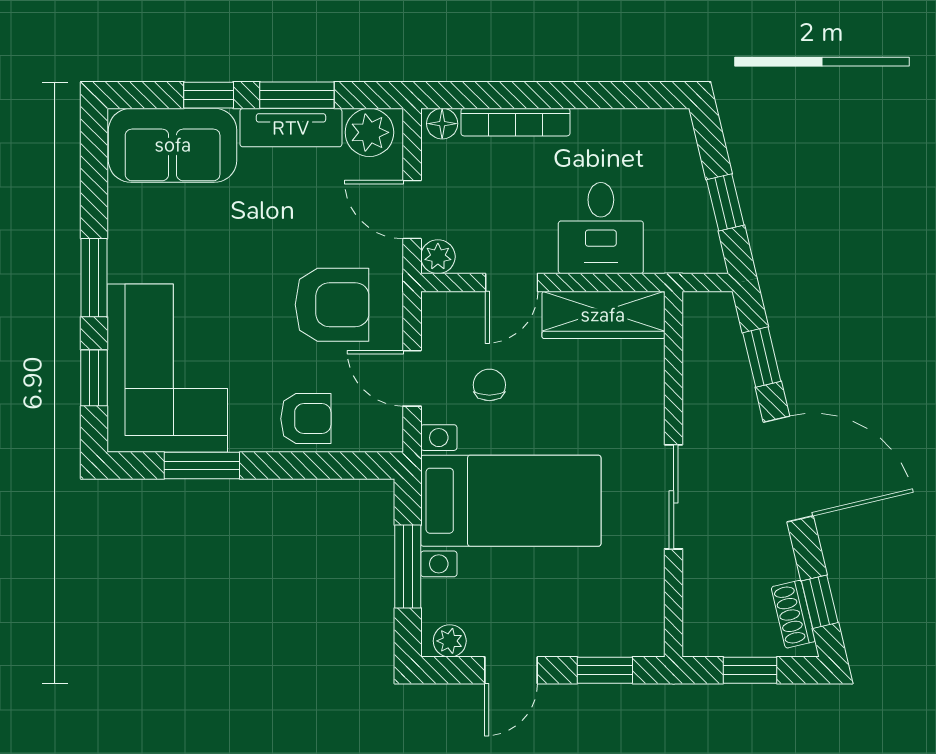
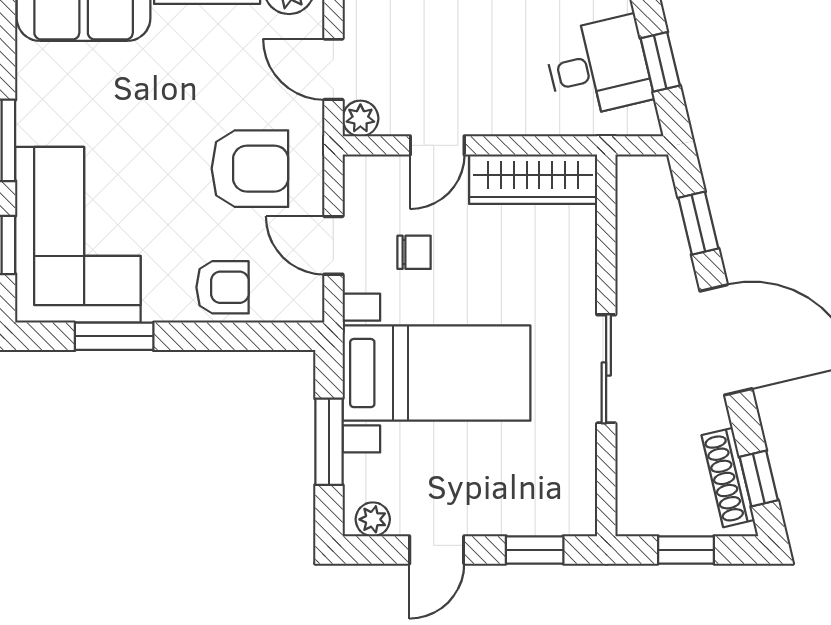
desk: (601, 228) -> (598, 67), moved, turned -103
chair: (489, 385) -> (414, 252), turned 90
shoe rack: (793, 614) -> (728, 478), width x1.43

